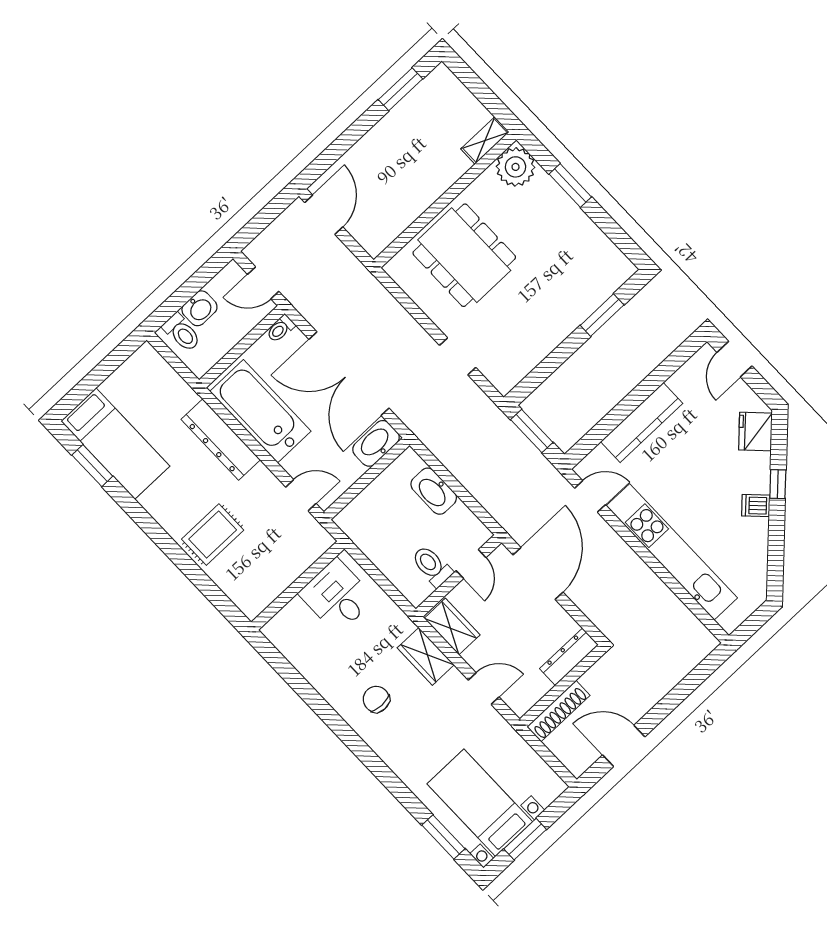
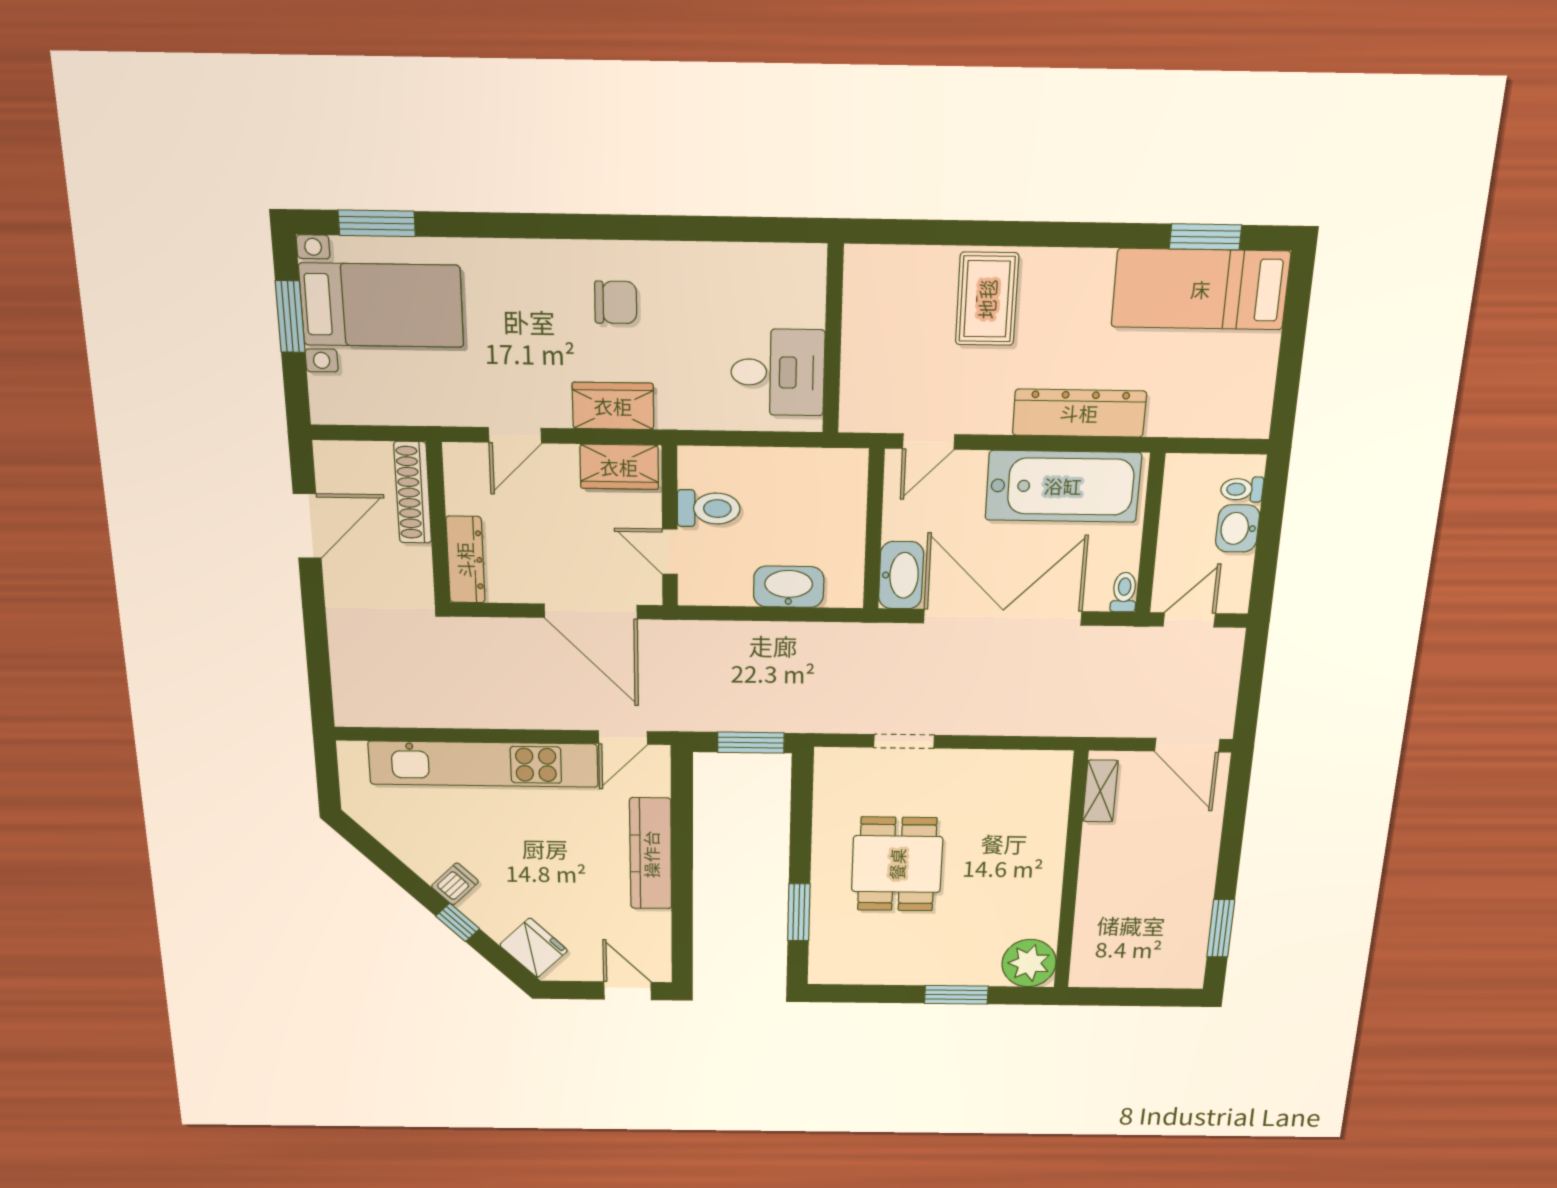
shelving: (485, 141) -> (1100, 791), moved
dining table: (464, 255) -> (897, 864), moved, width x0.73
toilet: (182, 332) -> (1242, 489), width x0.73, depth x0.72

